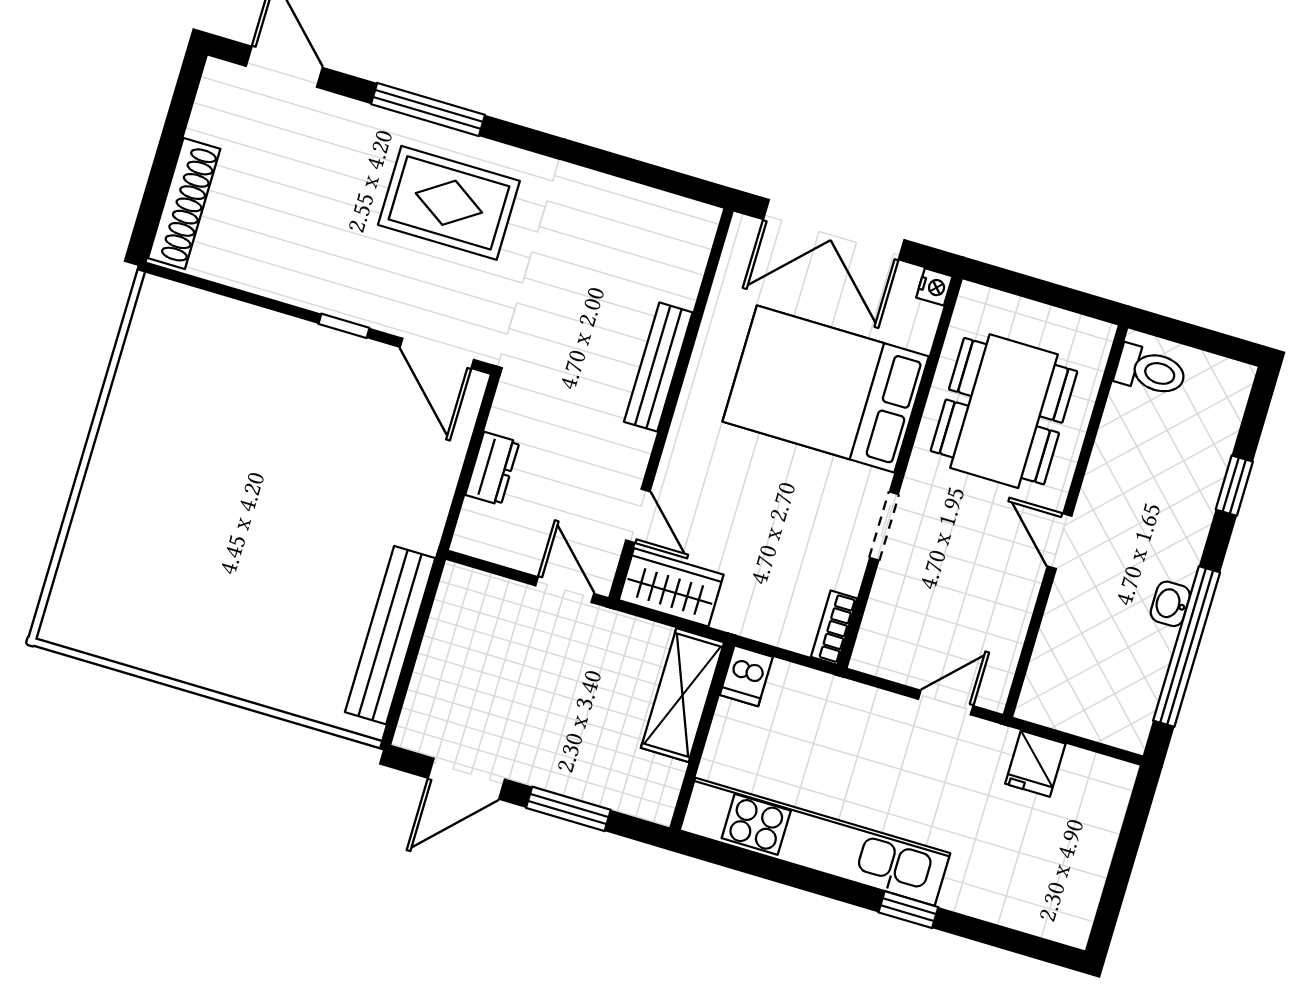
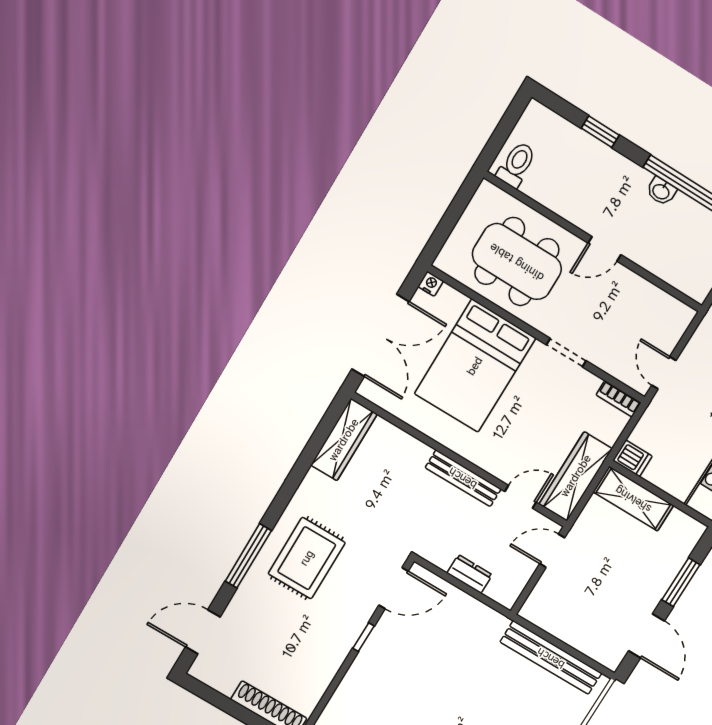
wardrobe: (655, 214) -> (344, 440), added
bench: (658, 367) -> (463, 478), moved
wardrobe: (671, 587) -> (576, 476), width x1.50
door: (946, 702) -> (664, 373), moved

